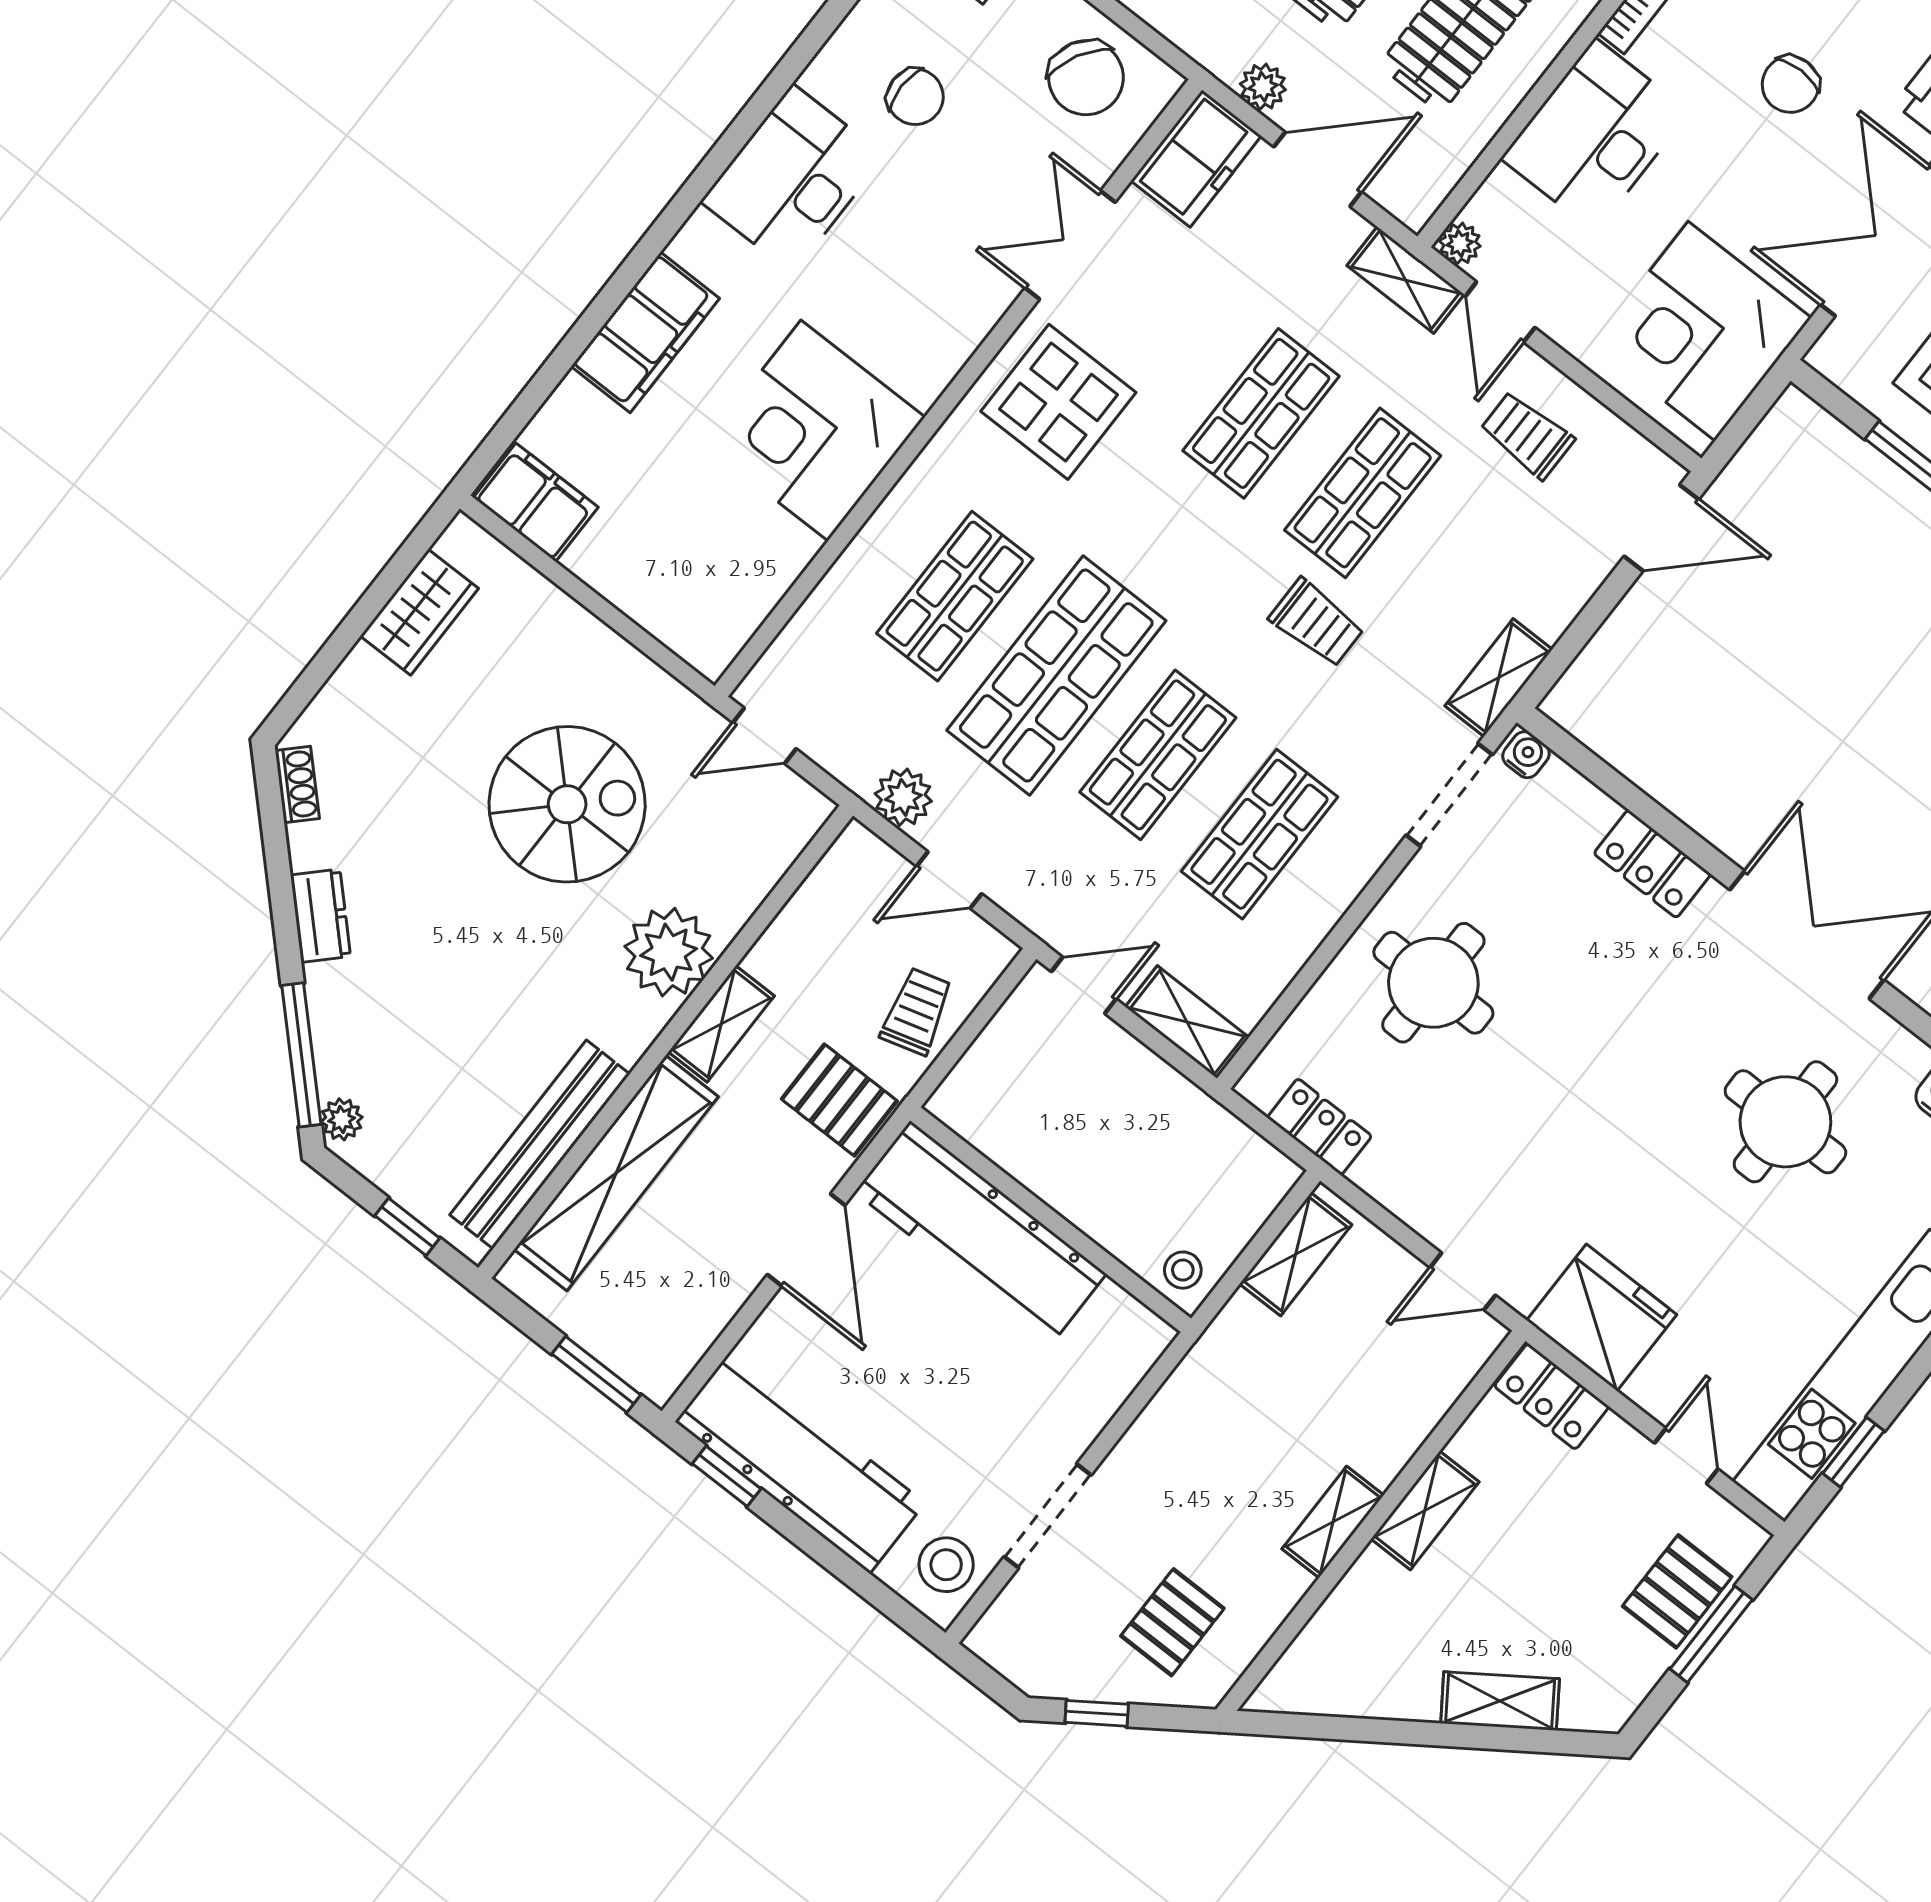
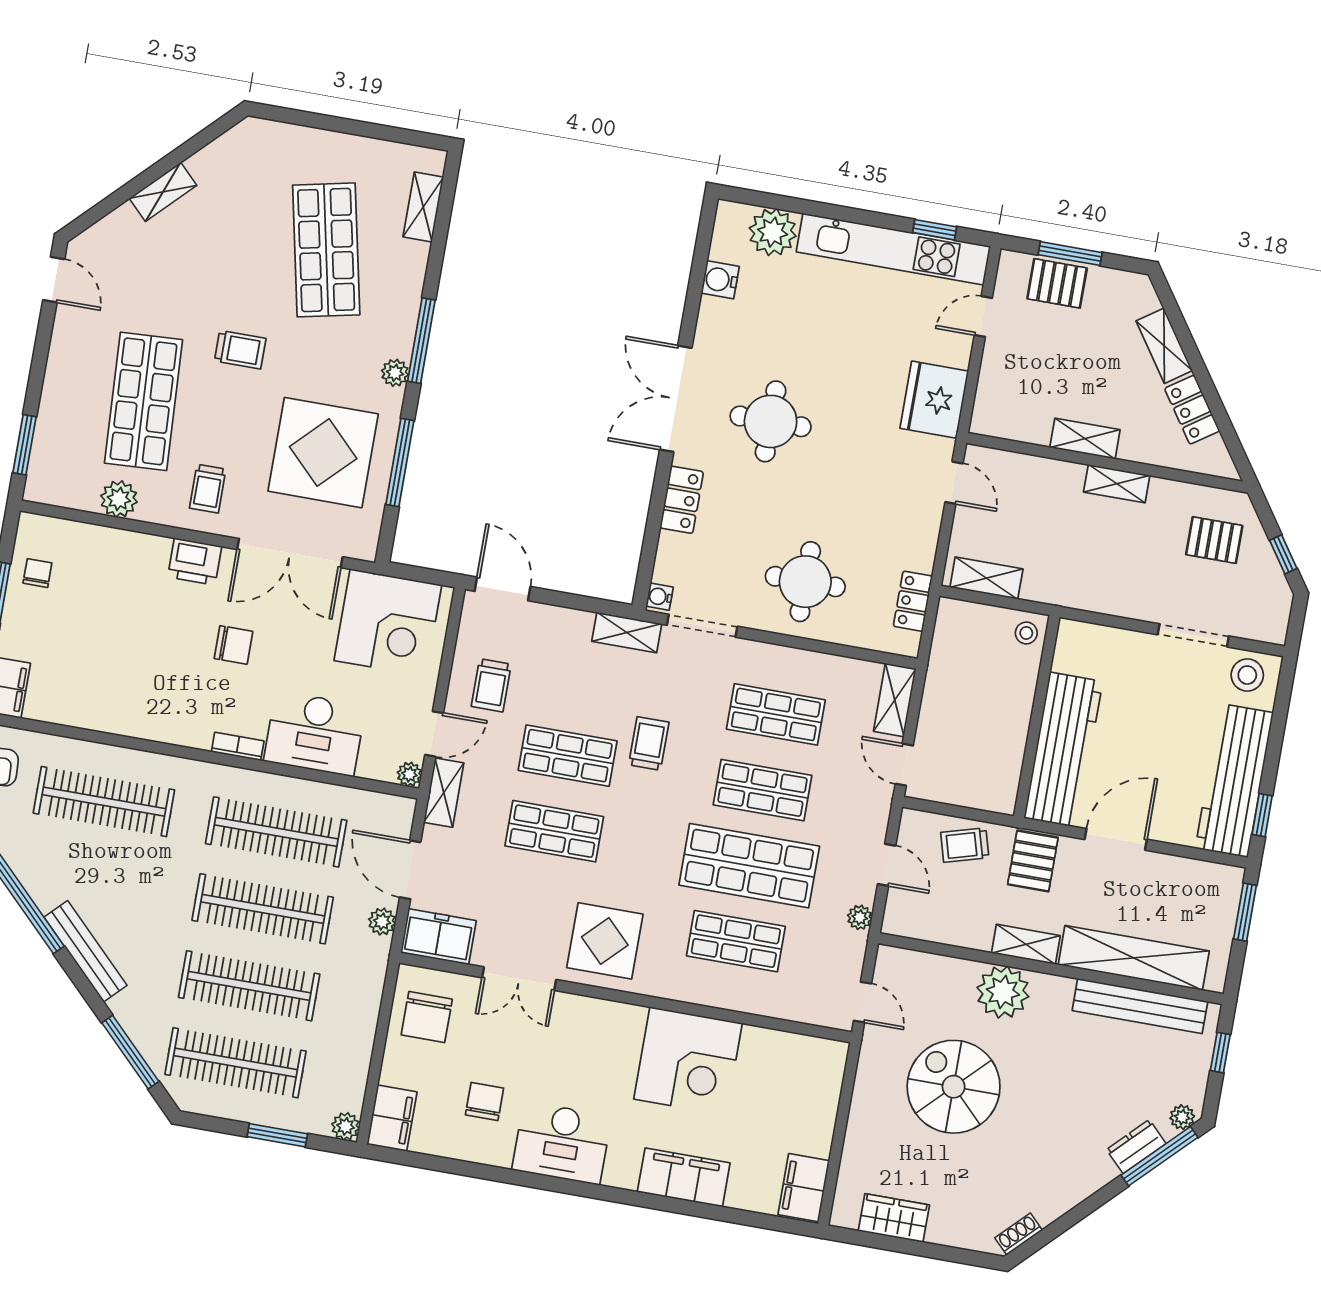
chair: (1086, 78) -> (427, 1017), turned 151
plant: (903, 797) -> (860, 917), width x0.73, depth x0.73
dresser: (321, 916) -> (1136, 1146), moved
round table: (1785, 1122) -> (771, 421), moved
locker: (1552, 1396) -> (1192, 410), moved, turned 146

